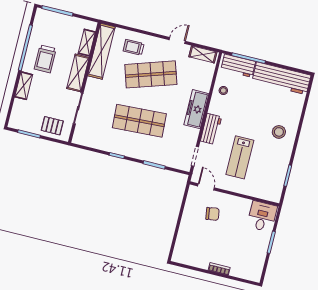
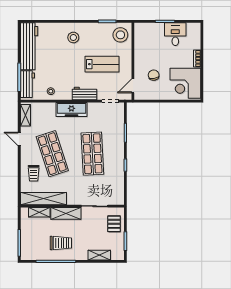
shelving: (24, 86) -> (99, 255), moved
stool: (268, 187) -> (120, 35), added
desk: (262, 216) -> (175, 34), moved, turned 90
corner desk: (194, 248) -> (185, 83), added

